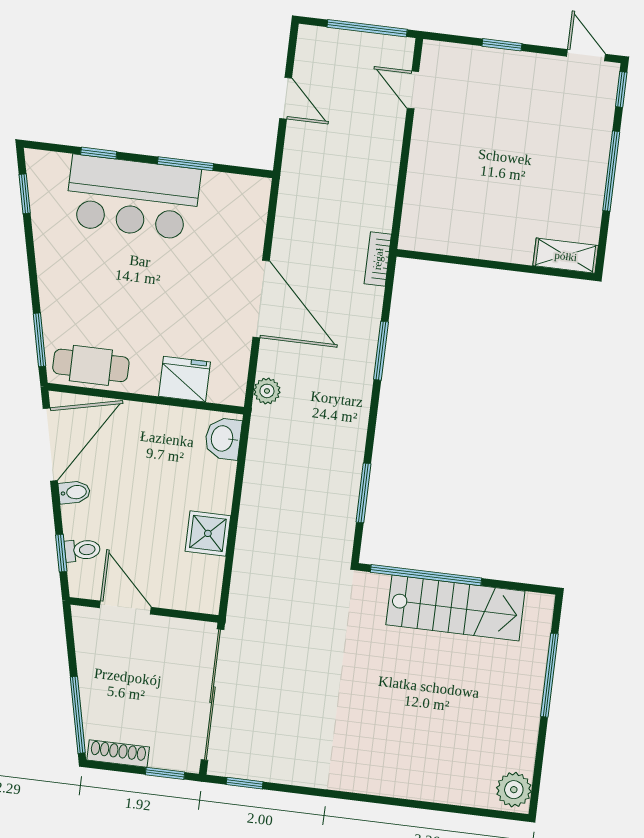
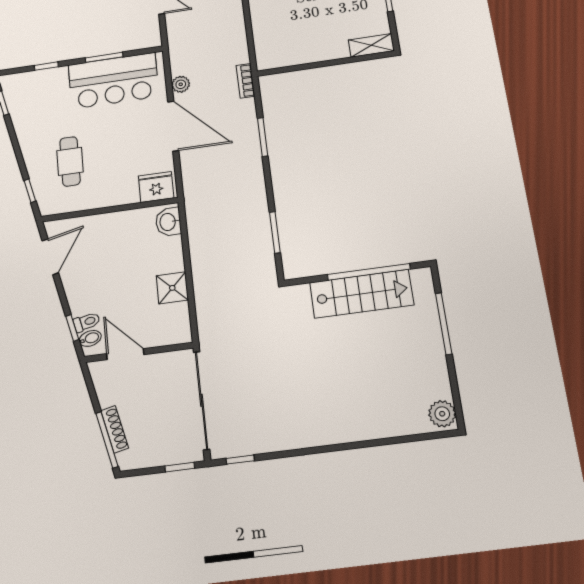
bar counter: (133, 197) -> (113, 81), moved
window: (40, 340) -> (30, 191), width x0.67
cafe table: (91, 365) -> (70, 161), moved, turned 90
fridge: (185, 379) -> (156, 187), moved
plant: (267, 391) -> (181, 84), moved
door: (50, 445) -> (50, 257), width x0.73
bidet: (74, 492) -> (90, 338), moved
window: (426, 575) -> (369, 272), moved
shoe rack: (118, 753) -> (115, 429), moved, turned 77

